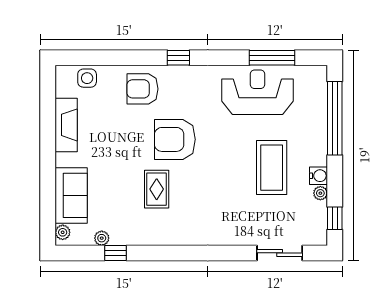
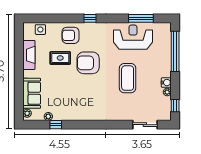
coffee table: (272, 168) -> (128, 78), moved
rug: (157, 189) -> (60, 58), moved, turned 90

